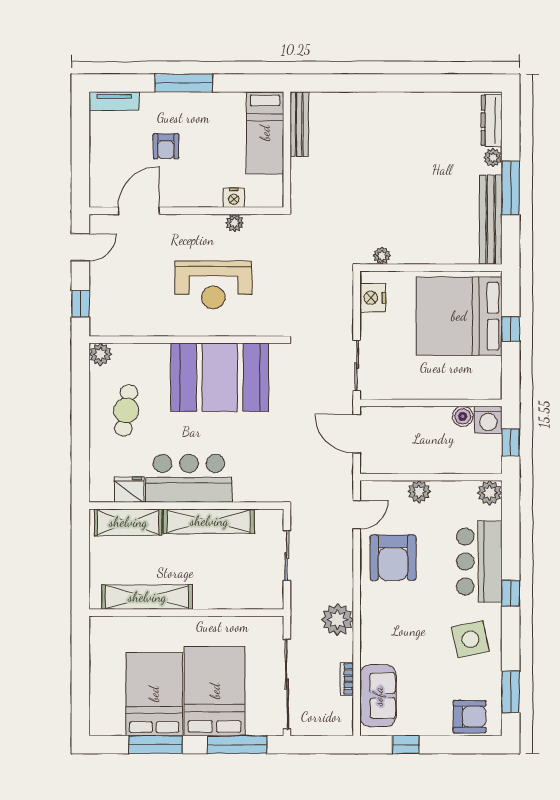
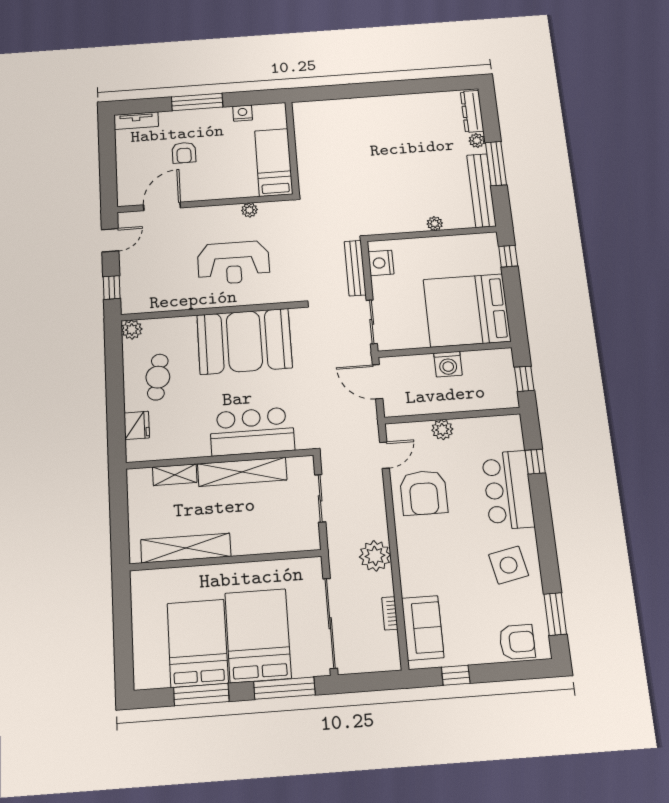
bench: (299, 124) -> (355, 268), moved
bed: (265, 133) -> (274, 162), moved, turned 180
nightstand: (234, 198) -> (243, 113), moved, turned 180
plant: (382, 256) -> (435, 224), moved
bed: (459, 316) -> (467, 310), moved
window: (511, 329) -> (508, 256), moved
boiler: (463, 416) -> (476, 359), removed
washing machine: (488, 420) -> (448, 364), moved
bar counter: (189, 478) -> (252, 431), moved
fridge: (129, 490) -> (137, 425), moved, turned 90
plant: (490, 493) -> (510, 426), removed
shelving: (128, 522) -> (175, 475), width x0.67, depth x0.75
window: (511, 593) -> (535, 462), moved

